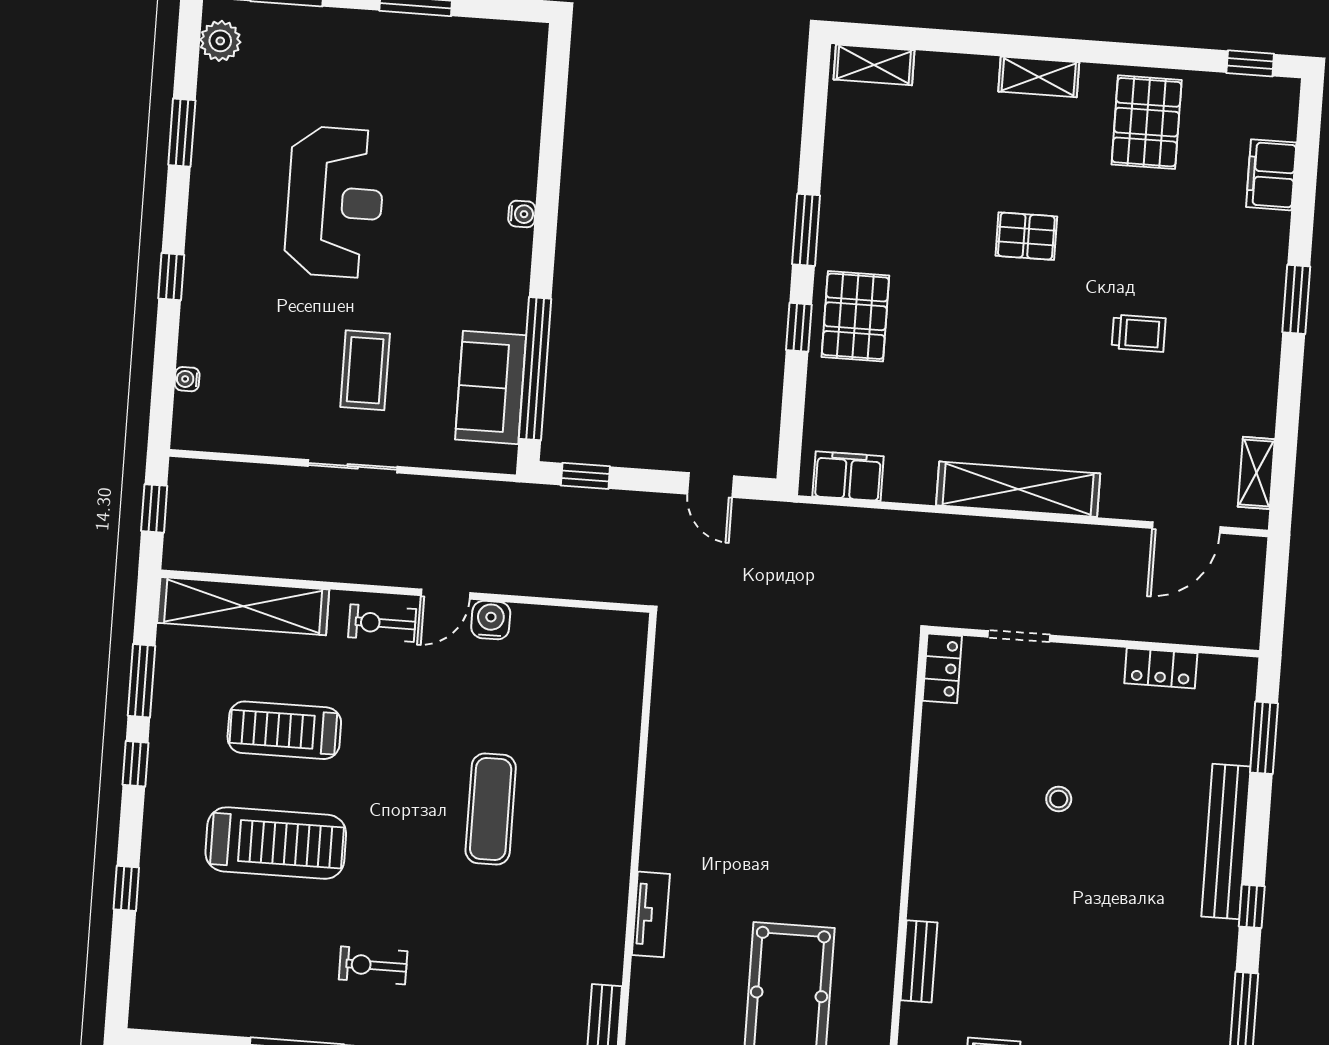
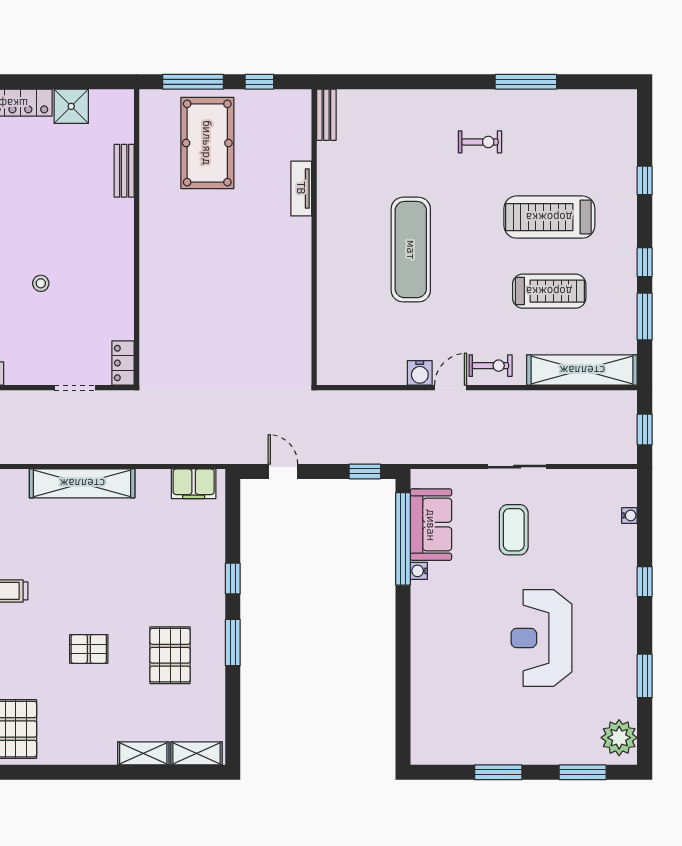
plant: (220, 41) -> (619, 738), width x1.36, depth x1.36
shelving: (1039, 77) -> (143, 753), moved
water cooler: (522, 214) -> (419, 571), moved
pallet: (855, 316) -> (170, 655), moved
exercise mat: (491, 809) -> (411, 250), width x1.36, depth x1.45

